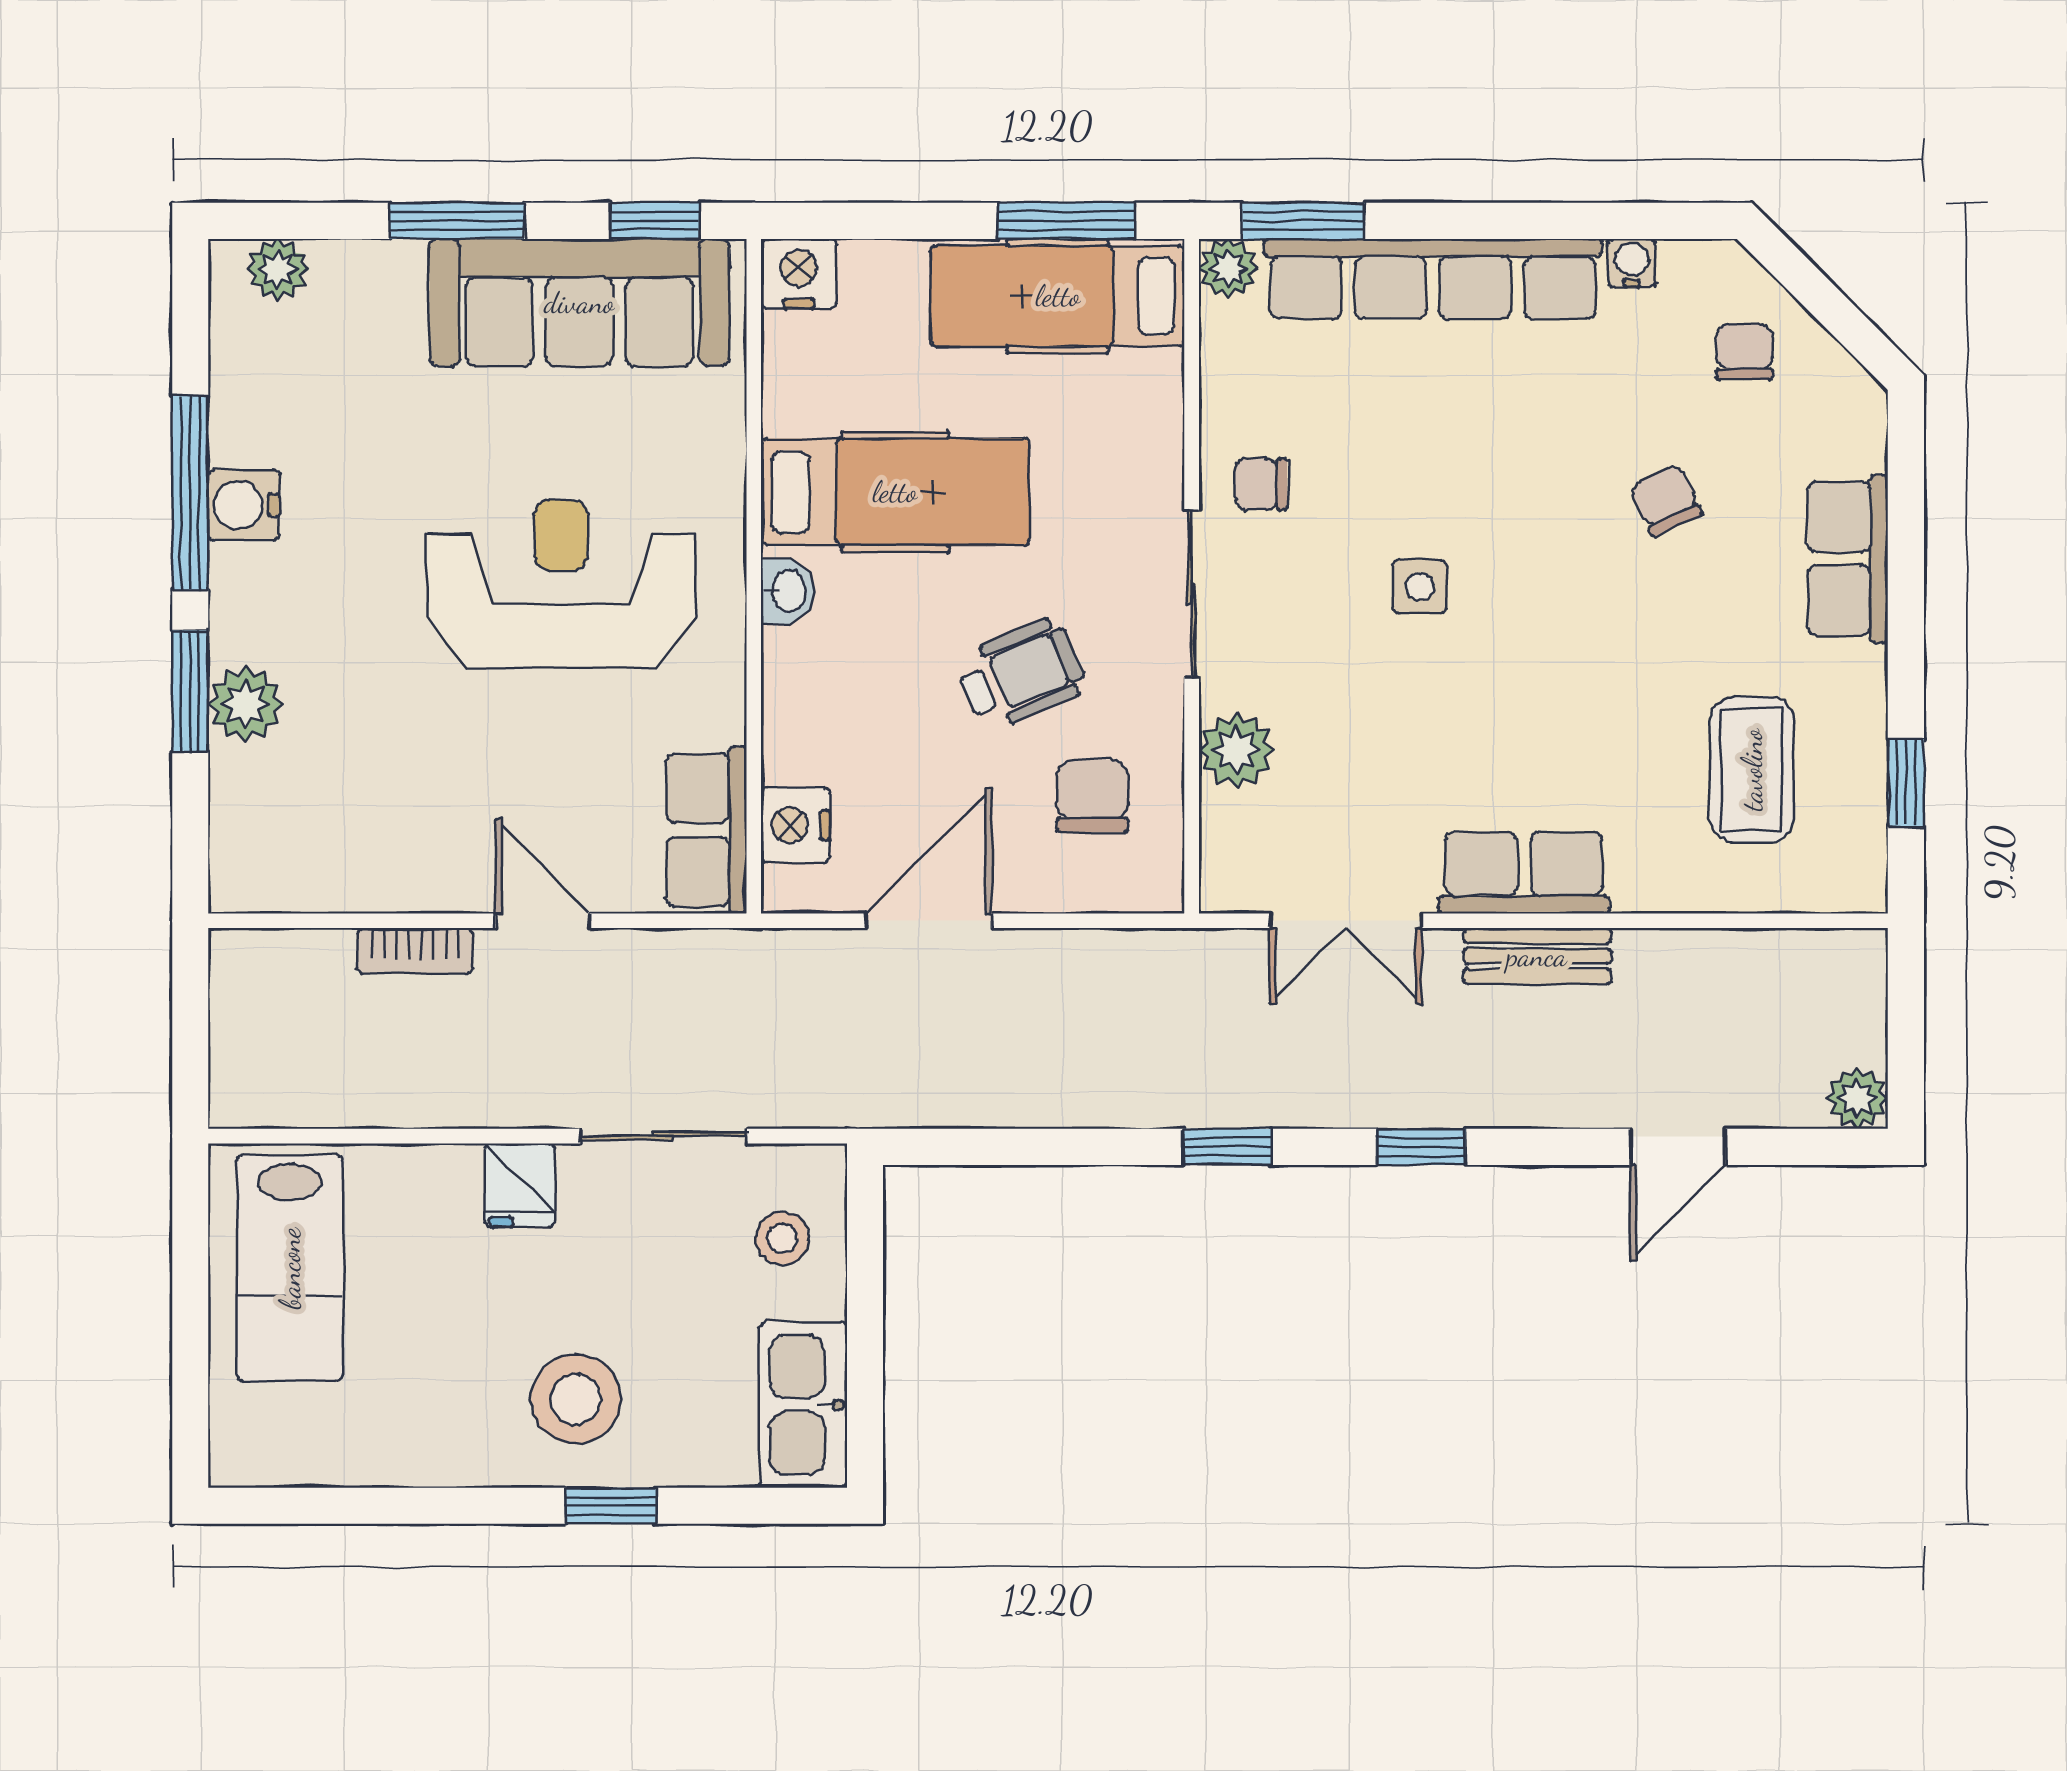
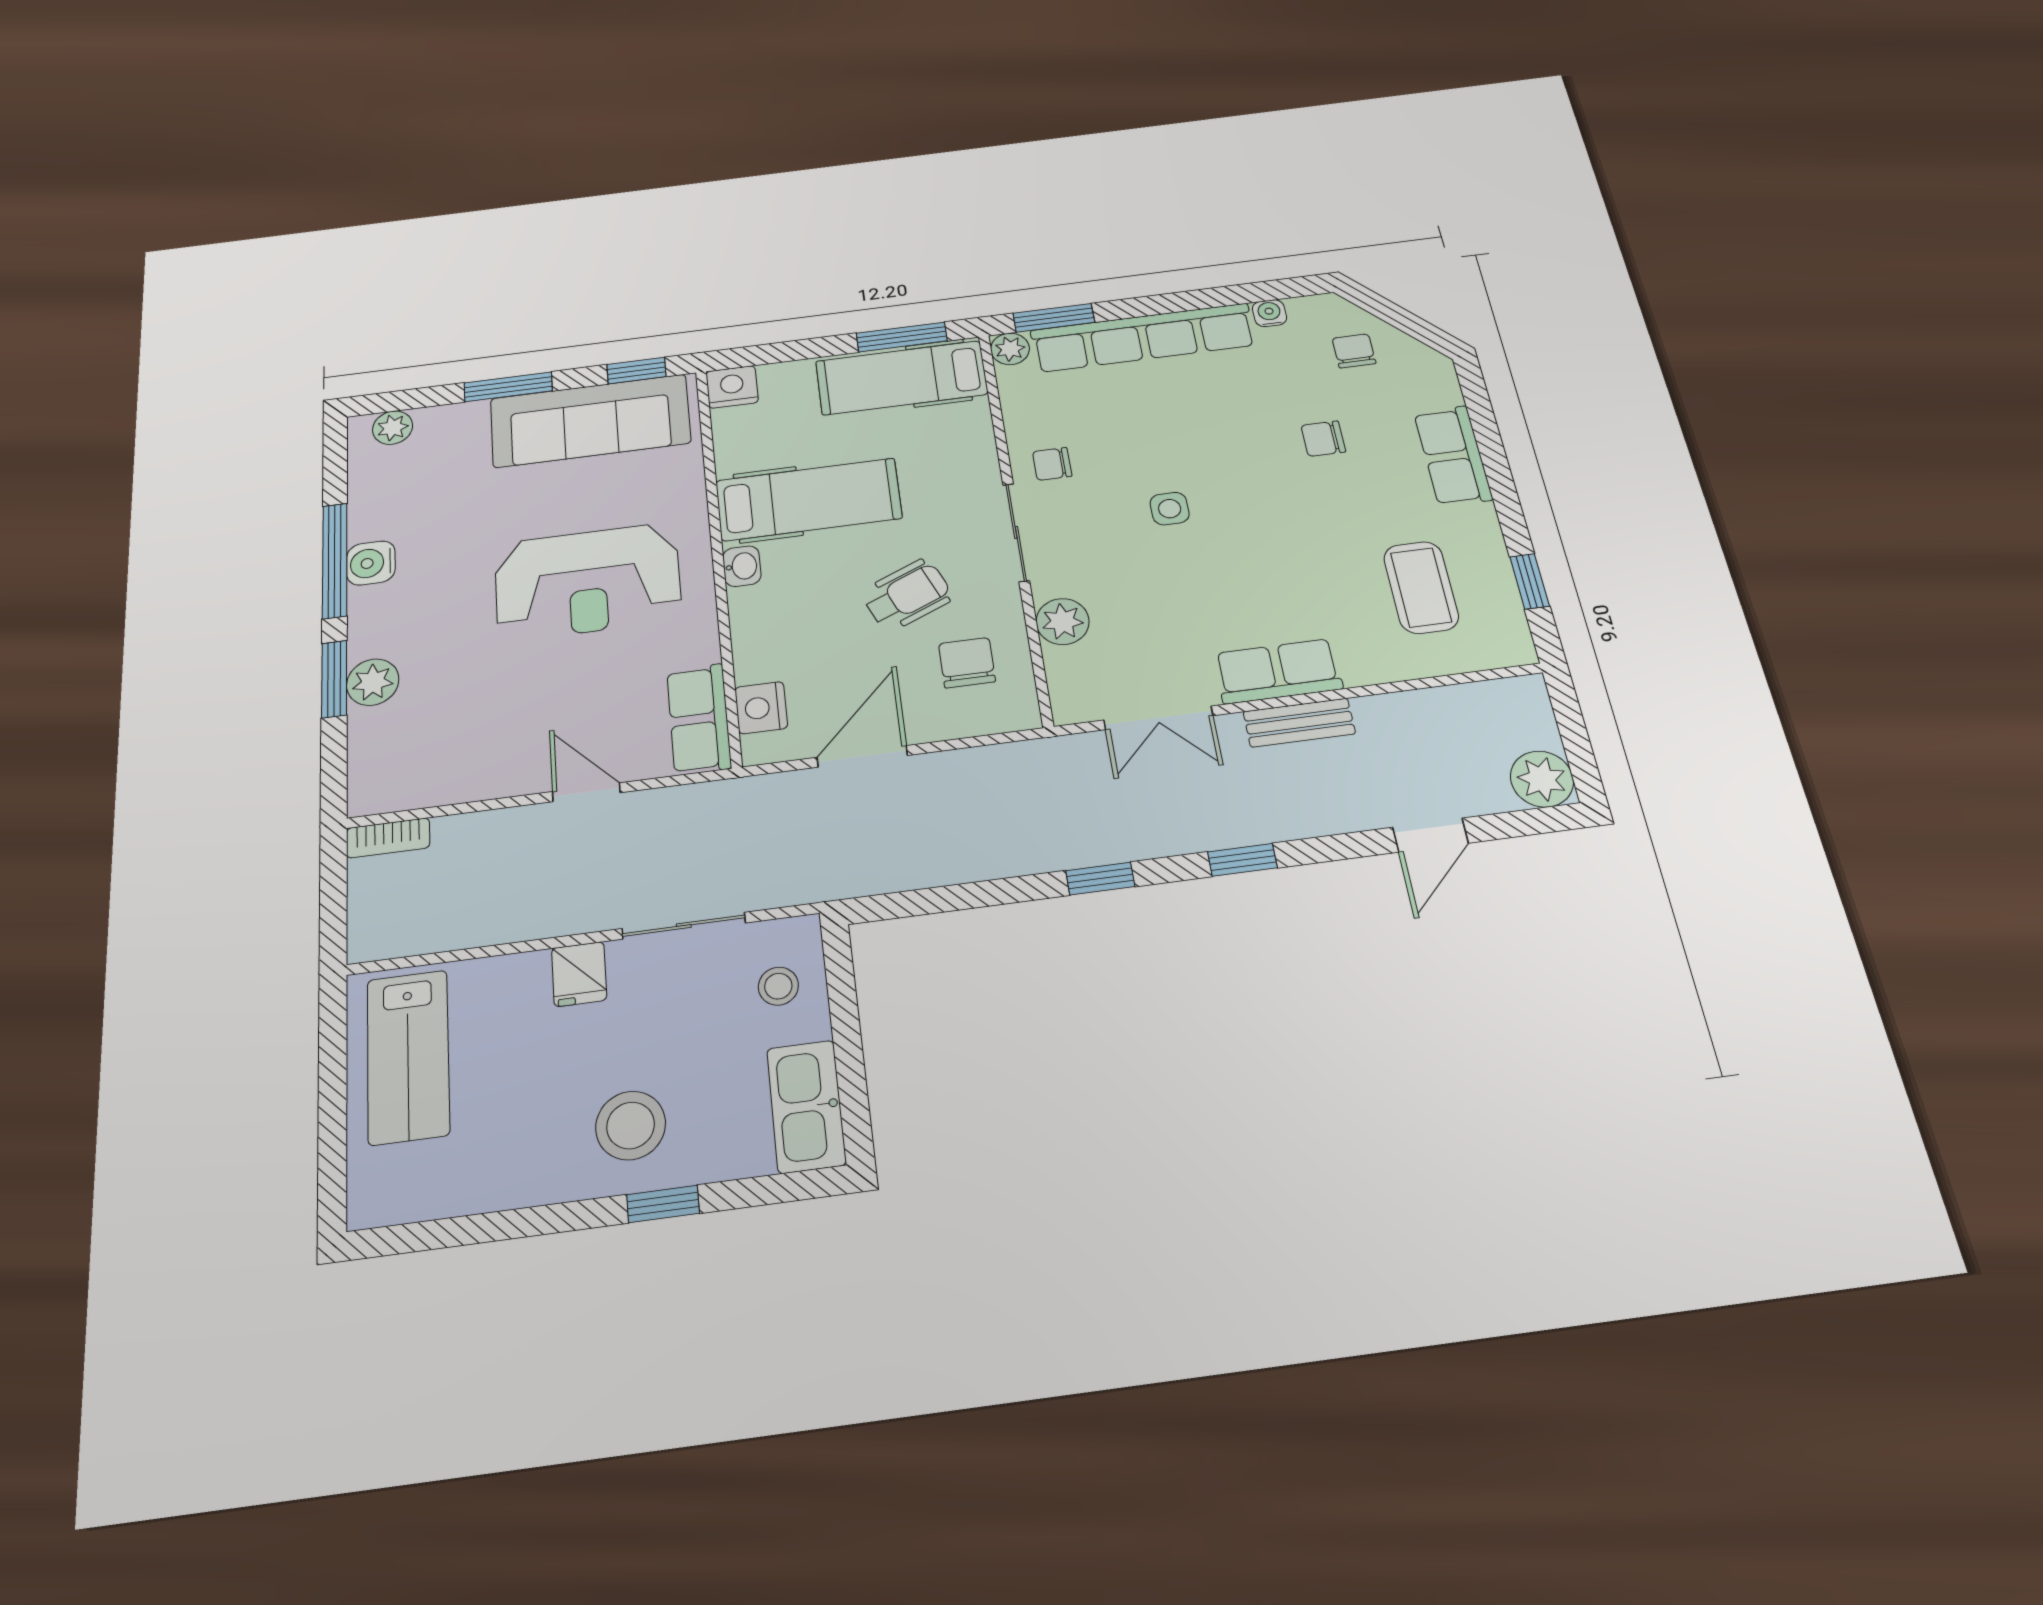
chair: (1666, 500) -> (1323, 439), turned -65
reception desk: (561, 584) -> (588, 582), turned 180
bookcase: (415, 951) -> (388, 838), moved
plant: (1857, 1098) -> (1542, 779), width x1.38, depth x1.38

